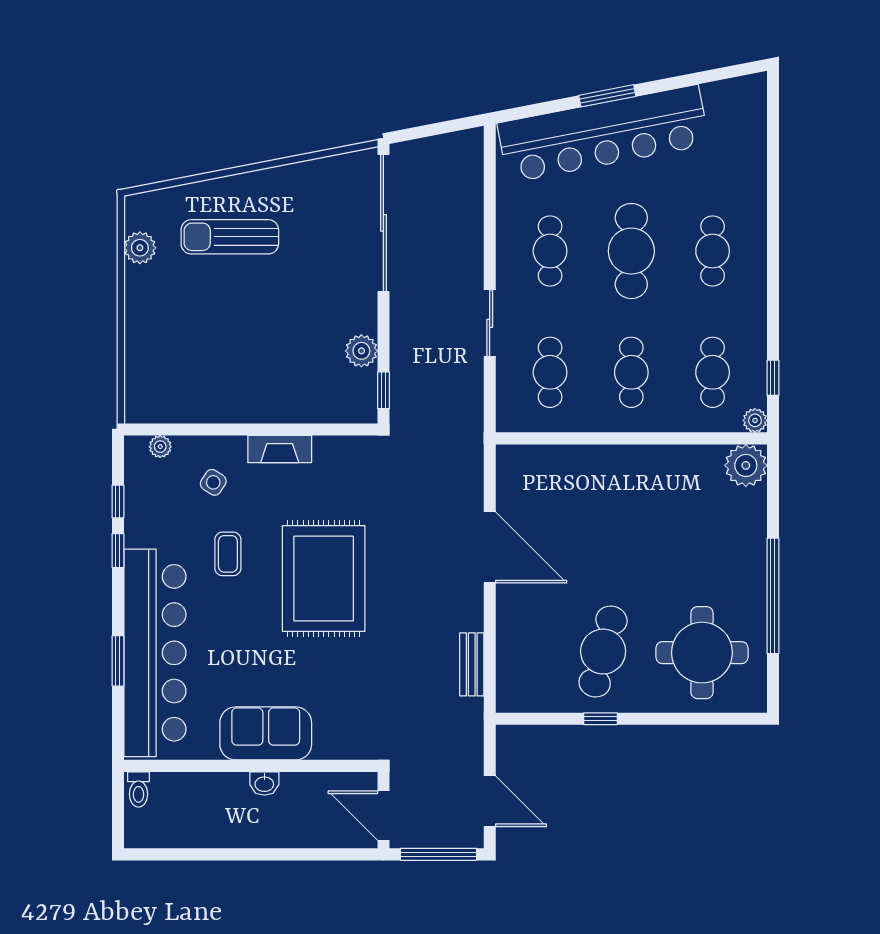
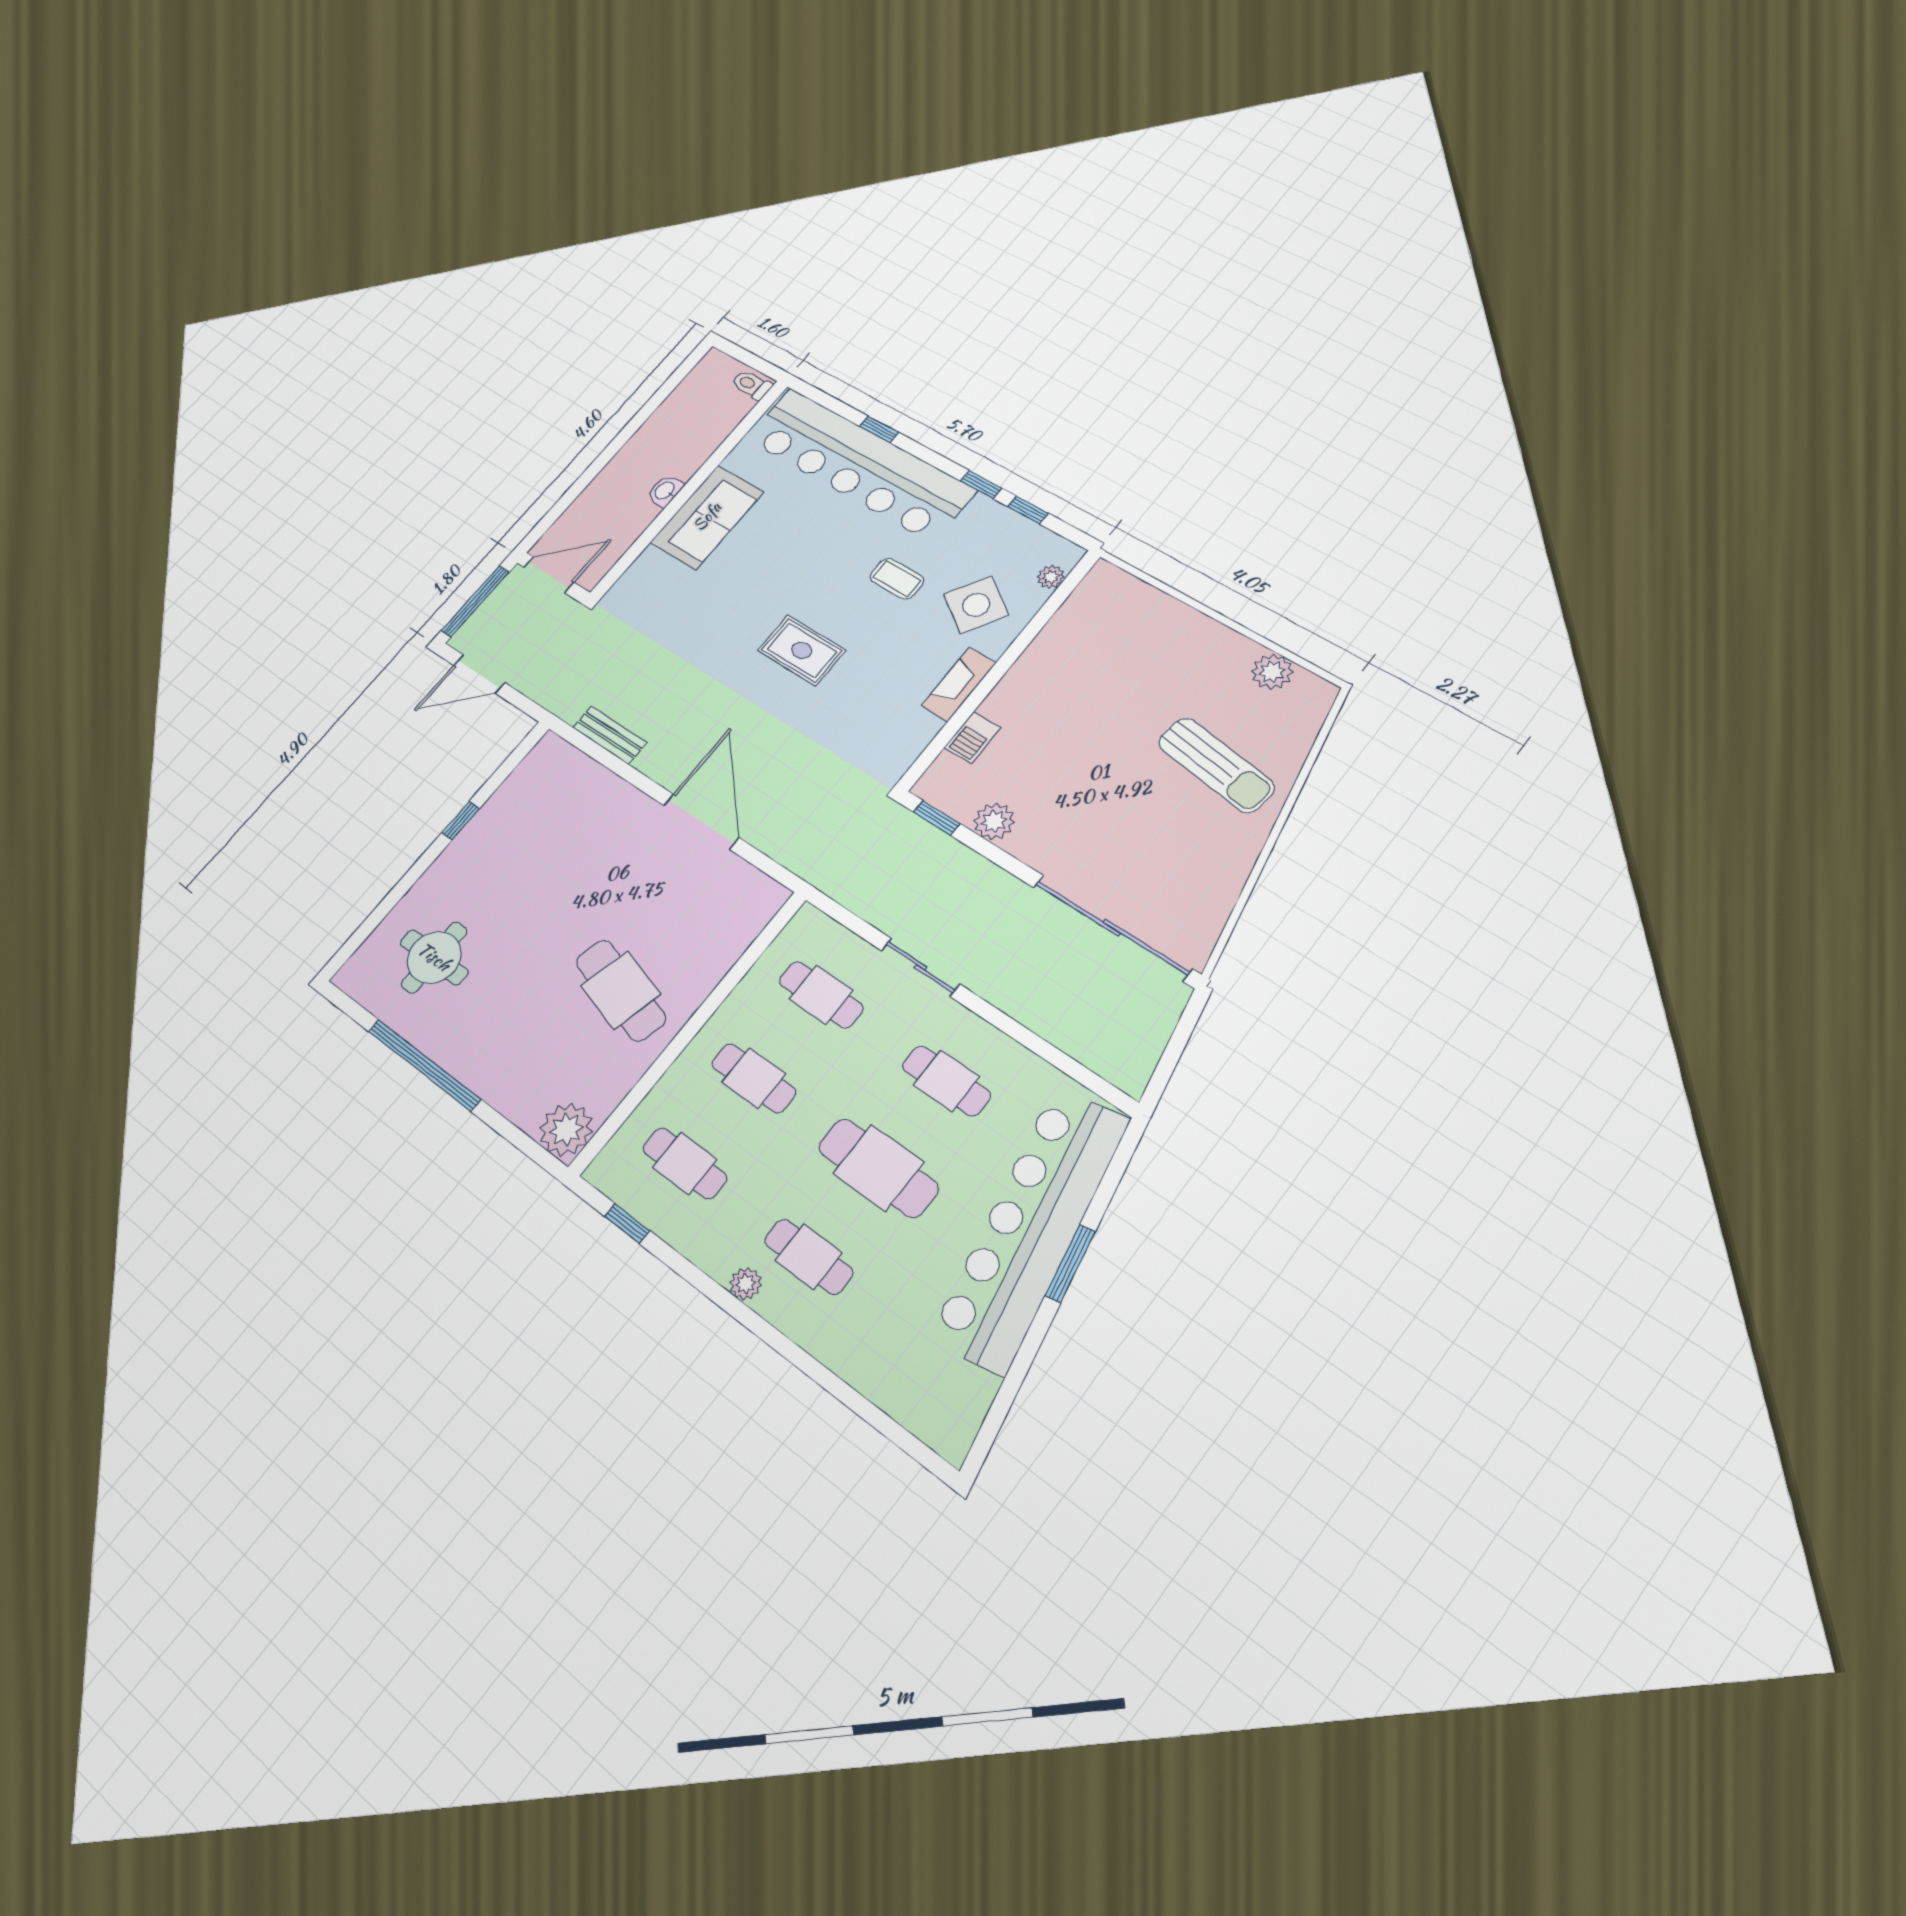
sun lounger: (230, 237) -> (1216, 765), turned 98
barbecue: (312, 410) -> (972, 738), added
plant: (755, 420) -> (746, 1284), moved
side table: (213, 482) -> (976, 605), width x1.87, depth x1.87
door: (490, 547) -> (701, 821), swing flipped
rug: (324, 579) -> (802, 650), width x0.54, depth x0.49
cafe table: (603, 652) -> (621, 990), moved
round table: (702, 653) -> (434, 957), width x0.73, depth x0.73
window: (118, 661) -> (879, 429), width x0.67

